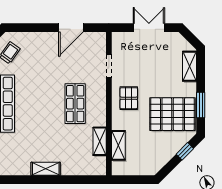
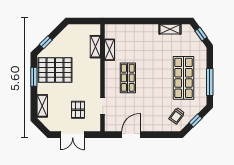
pallet: (129, 98) -> (78, 110), moved
shelving: (46, 169) -> (170, 29), moved

